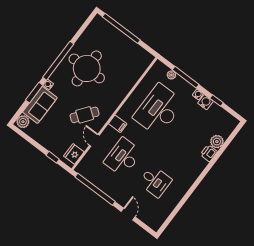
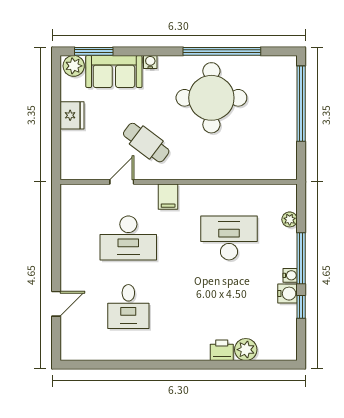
window: (58, 61) -> (222, 51), moved
window: (186, 77) -> (301, 258), moved
window: (34, 93) -> (94, 51), moved
desk: (159, 110) -> (229, 238), width x0.73, depth x0.77
fridge: (74, 154) -> (72, 115), moved, turned 90
window: (53, 157) -> (56, 143), removed
desk: (123, 157) -> (128, 238), turned 180
window: (95, 189) -> (56, 233), removed

